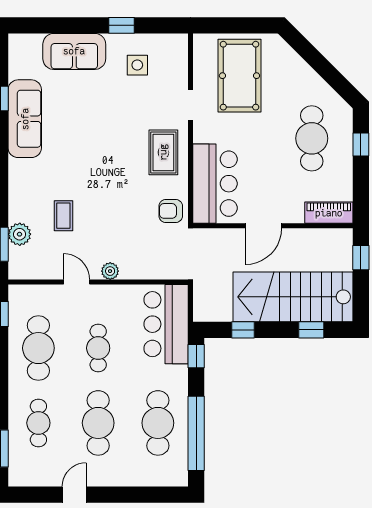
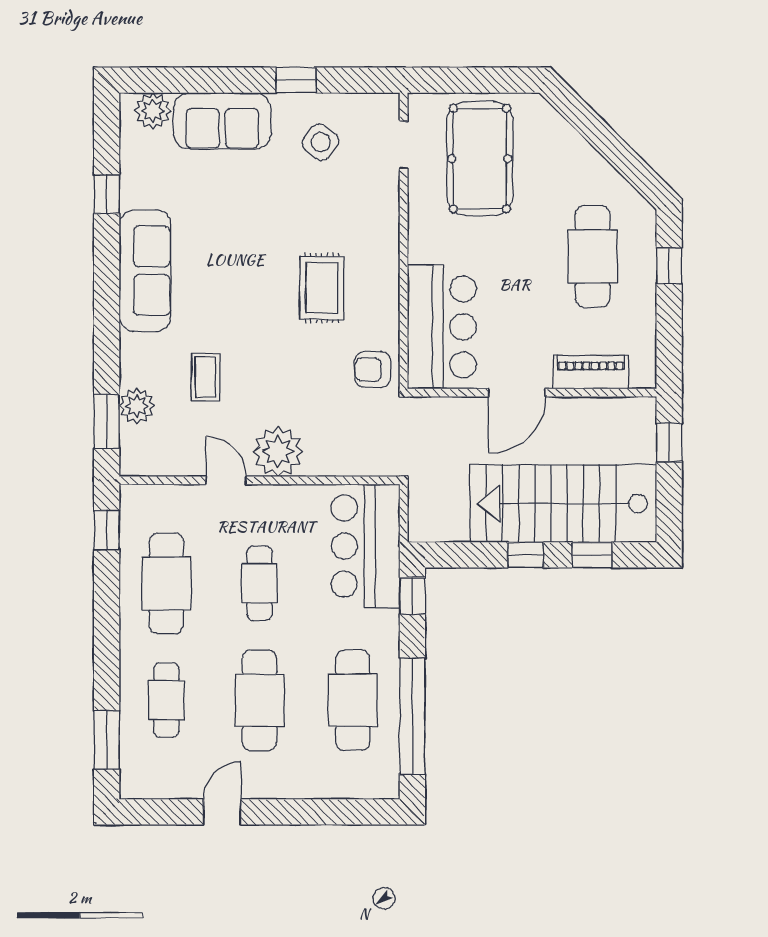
plant: (30, 45) -> (153, 111), added
side table: (137, 65) -> (321, 142), turned 38
doorway: (191, 105) -> (404, 145), moved
sofa: (25, 119) -> (145, 271), moved
rug: (163, 152) -> (322, 288), moved
piano: (329, 213) -> (591, 372), moved
plant: (110, 271) -> (278, 452), width x1.88, depth x1.88
window: (243, 330) -> (525, 555), moved

